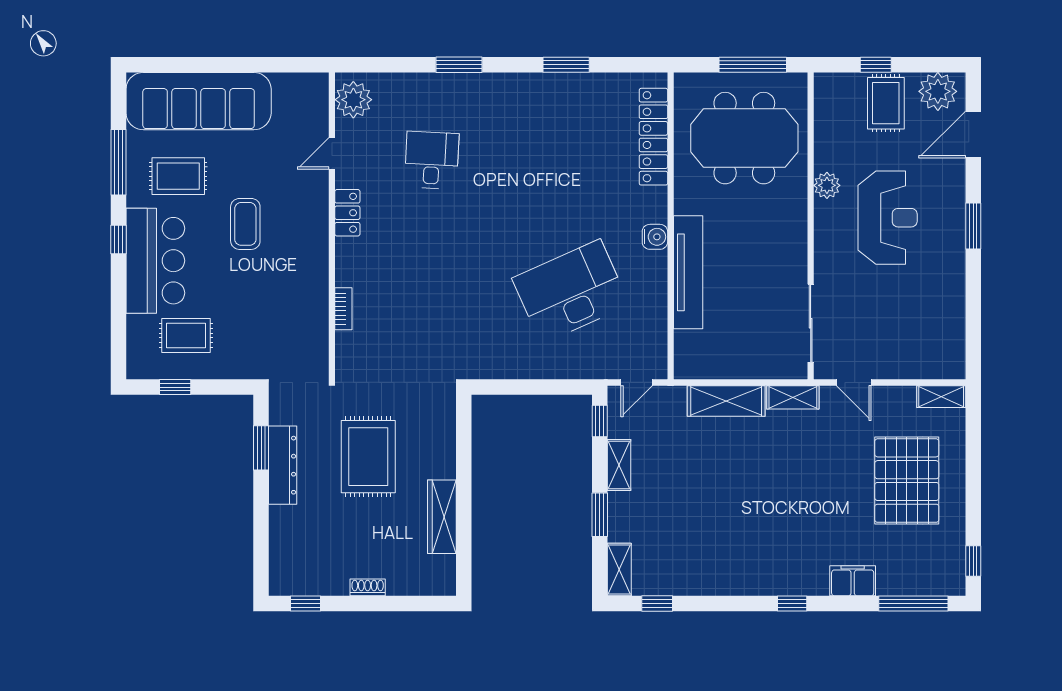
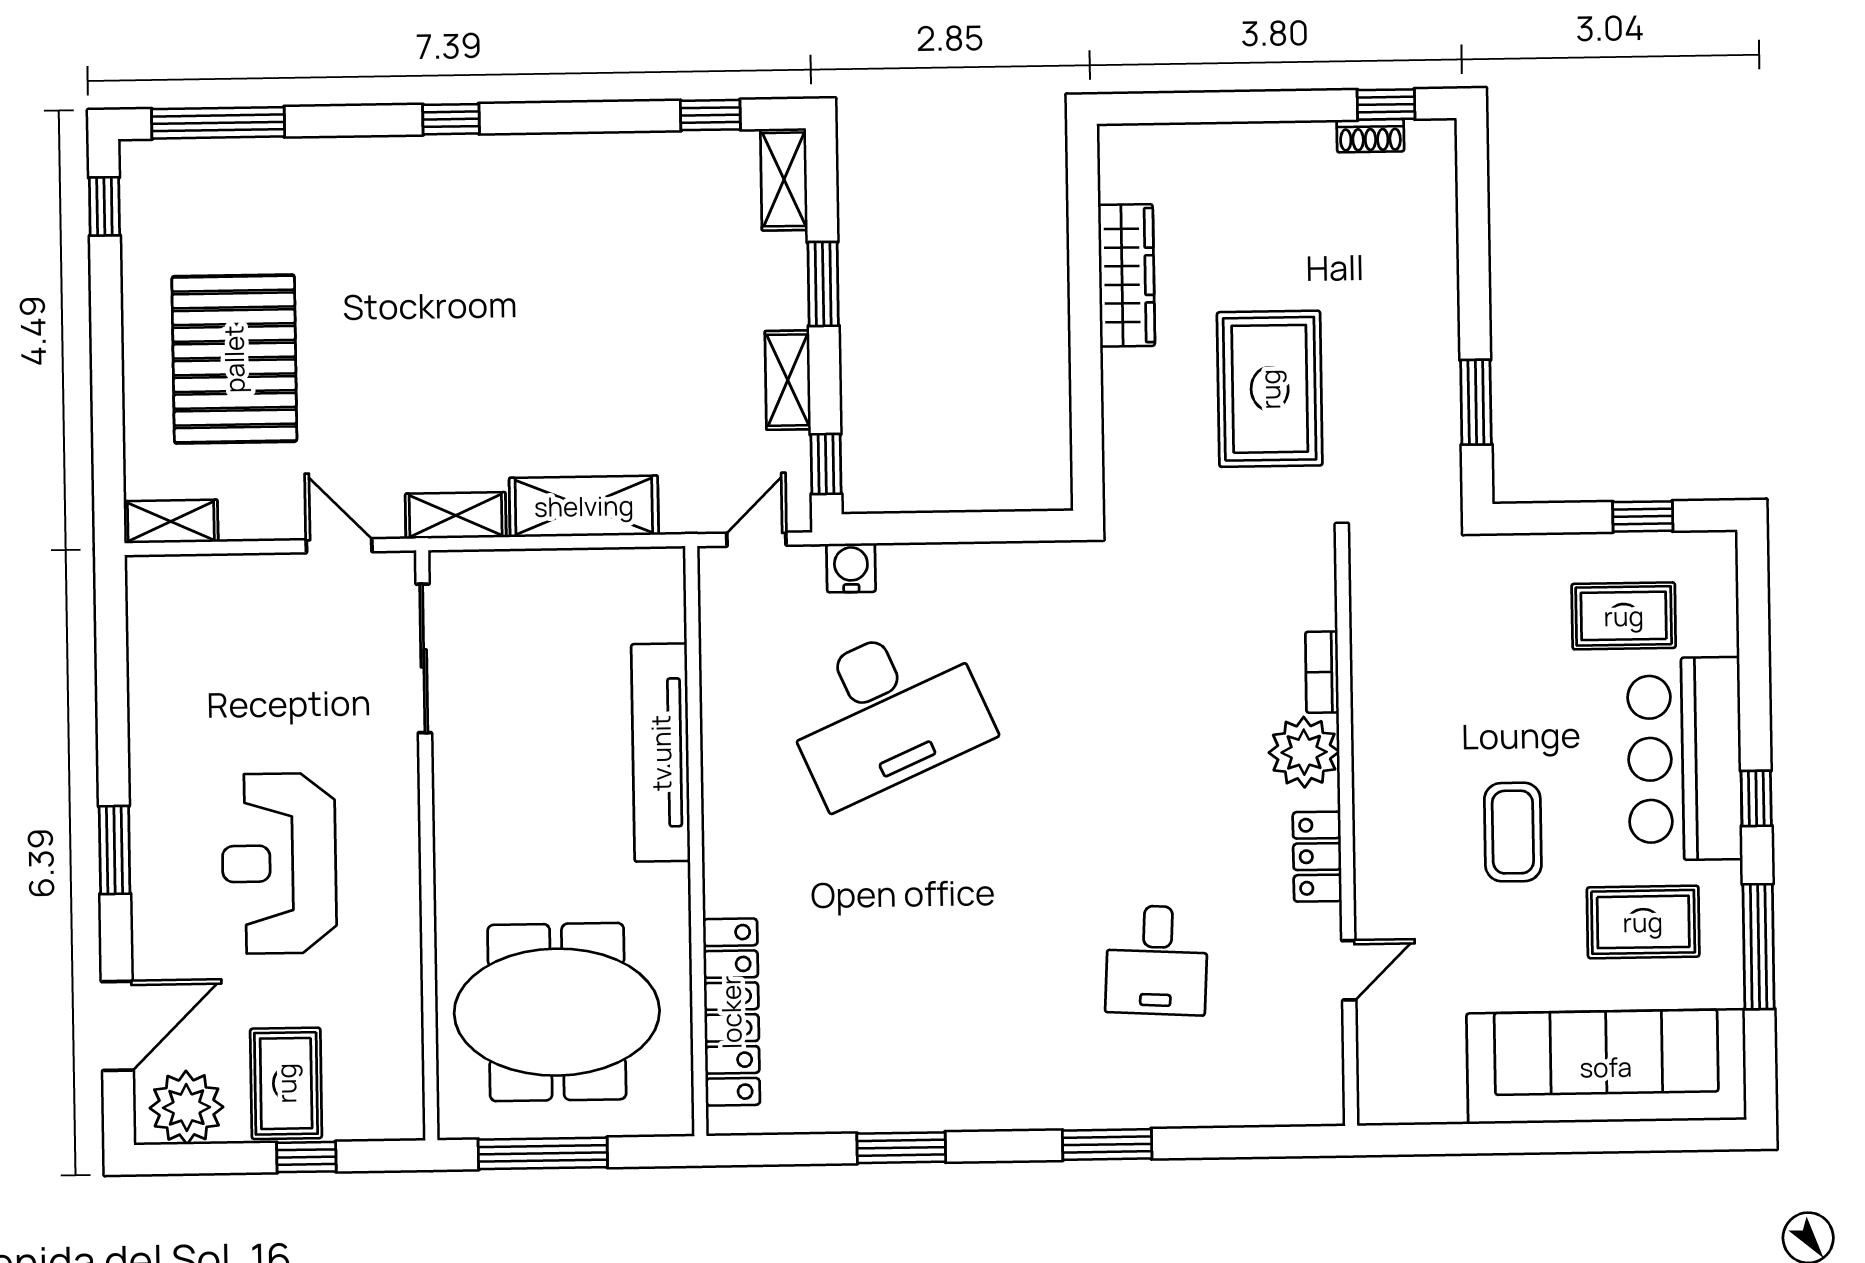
plant: (353, 100) -> (1304, 752), moved
plant: (827, 185) -> (397, 924), removed
water cooler: (655, 237) -> (851, 568), moved, turned 90
dresser: (283, 465) -> (1434, 370), removed
filing cabinet: (853, 581) -> (335, 165), removed
shoe rack: (368, 587) -> (1370, 136), moved

